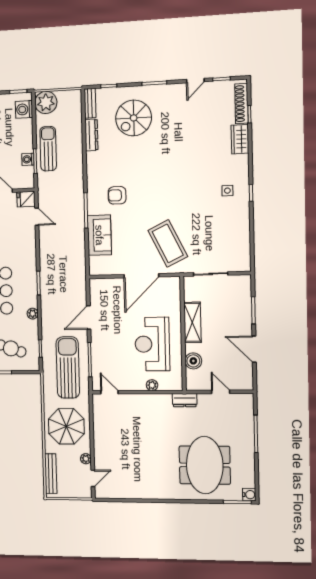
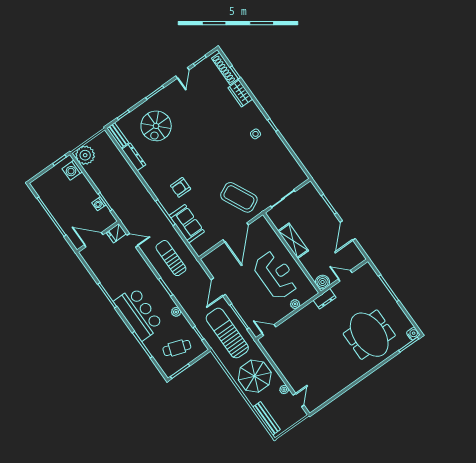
sun lounger: (48, 149) -> (171, 258), moved
reception desk: (152, 344) -> (276, 275), turned 180
door: (254, 349) -> (348, 231), hinge flipped
boiler: (193, 361) -> (323, 282), moved

